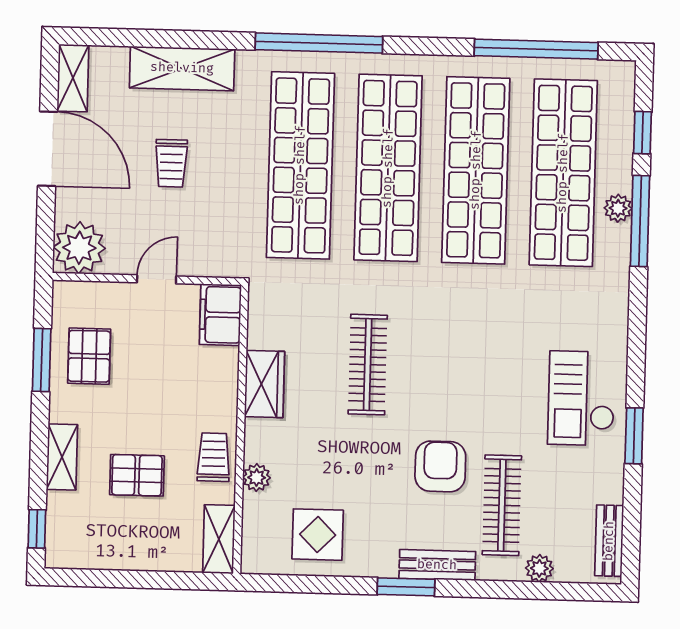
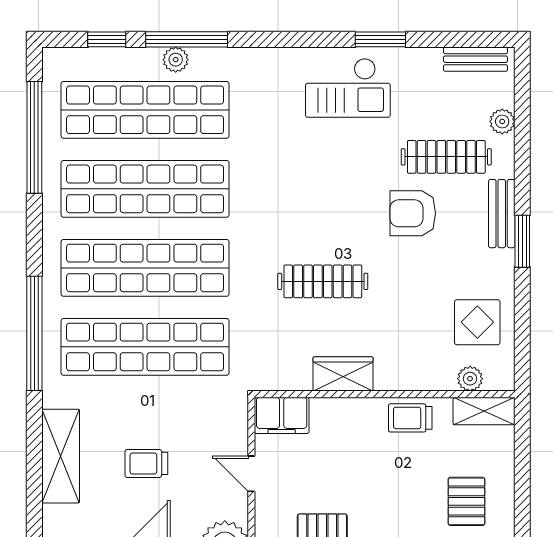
trolley: (171, 163) -> (146, 463), turned 180
pallet: (137, 475) -> (466, 501), moved
plant: (257, 478) -> (470, 379), moved

